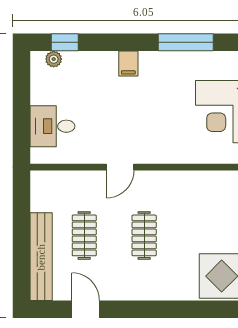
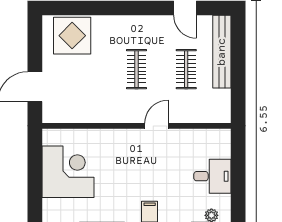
desk: (52, 126) -> (212, 176), moved

